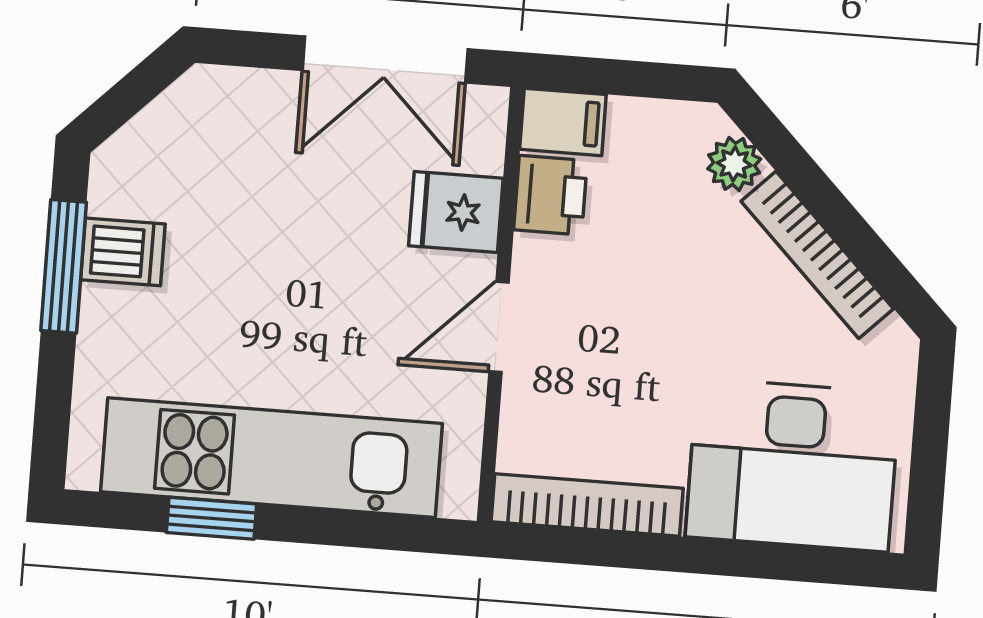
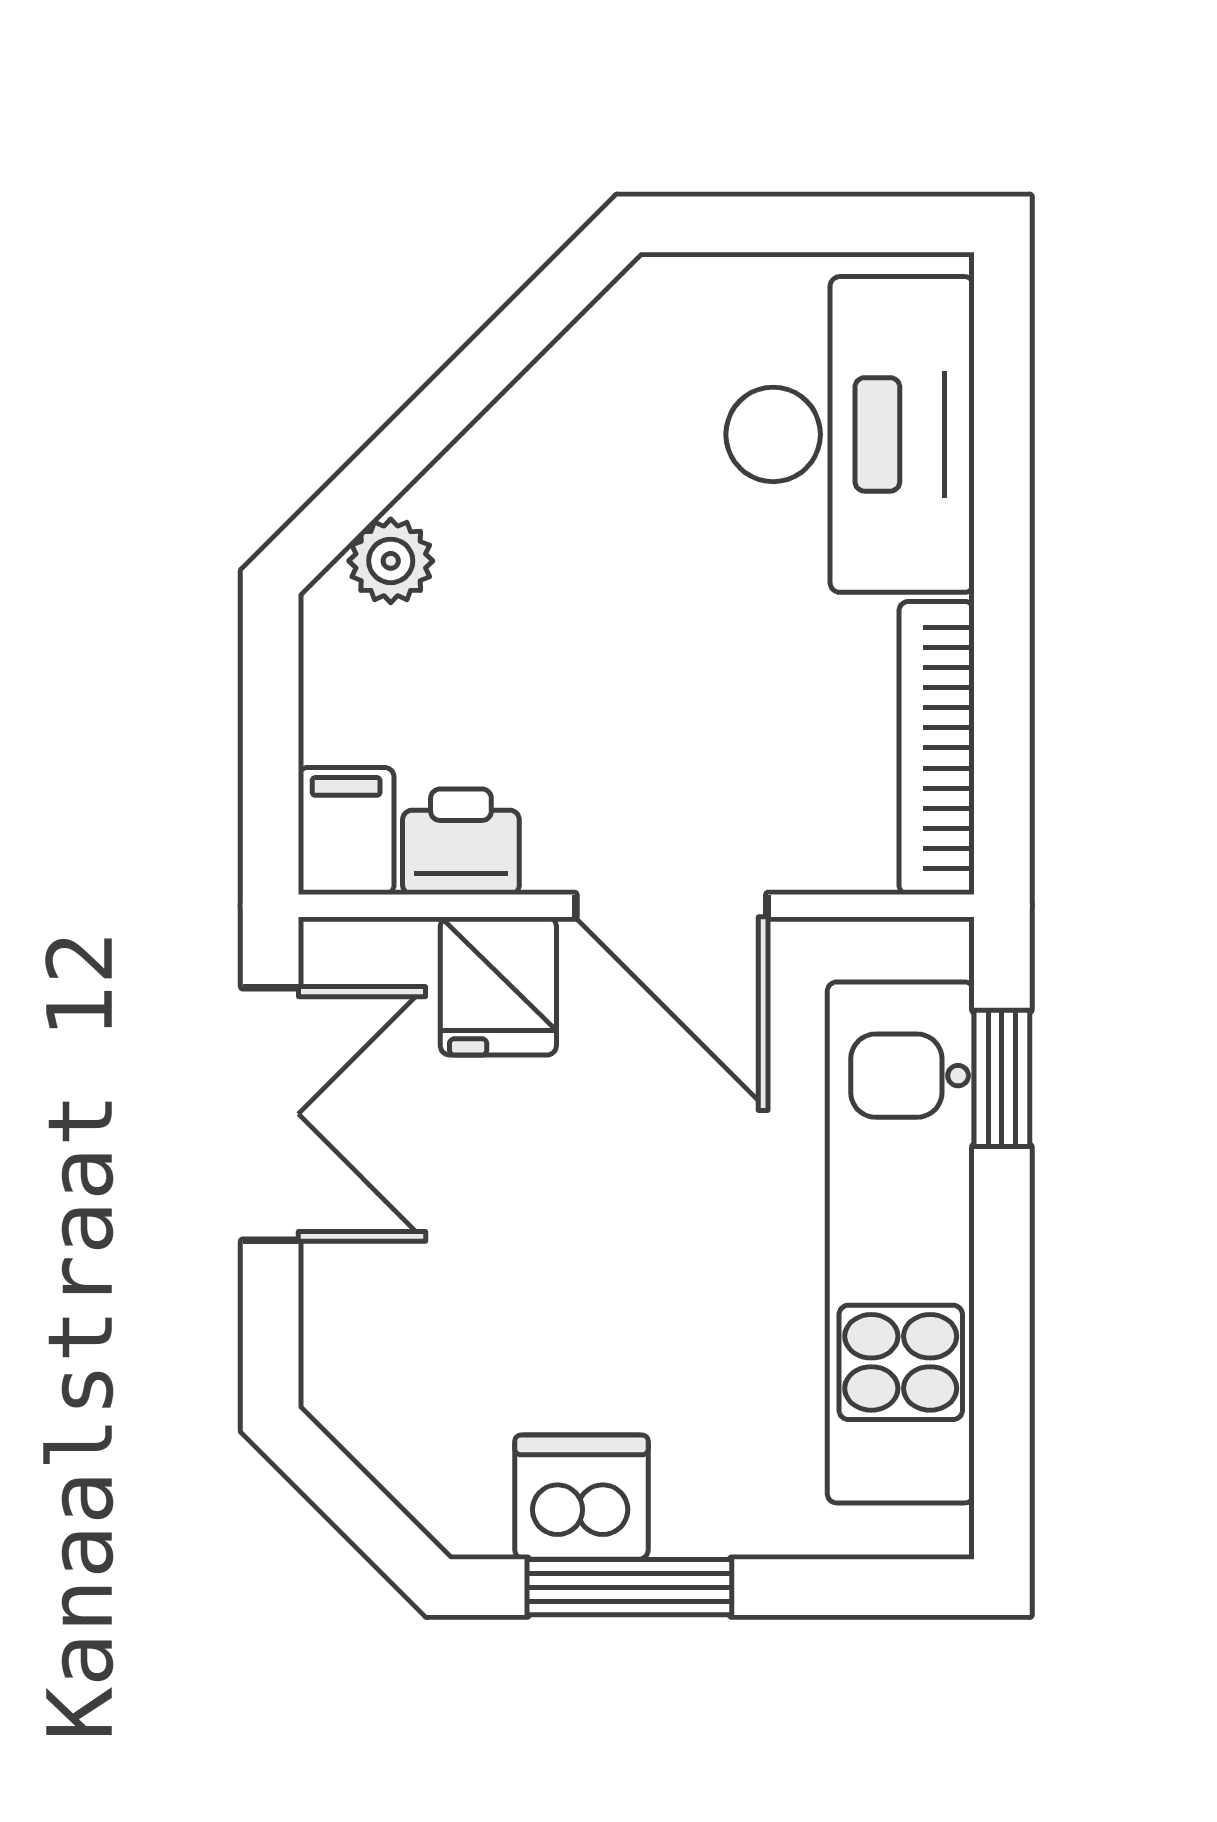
dishwasher: (123, 252) -> (581, 1497), width x1.38
bookcase: (817, 255) -> (522, 421), removed
door: (499, 327) -> (671, 906), width x1.38
window: (212, 518) -> (1002, 1078), moved

